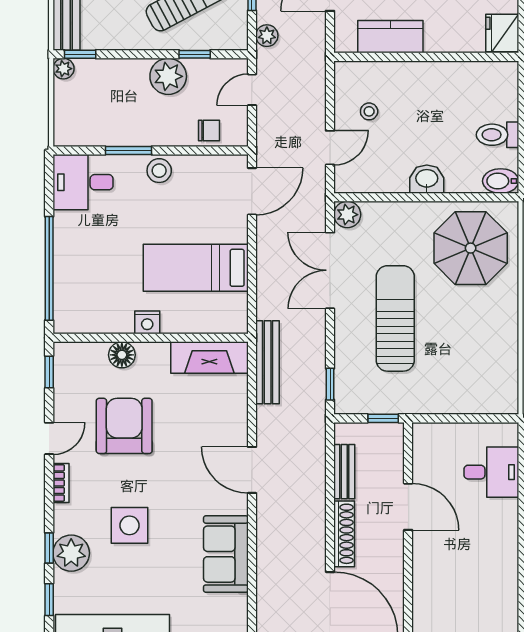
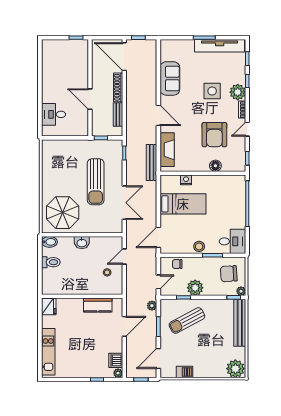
chair: (91, 108) -> (229, 274), added
plant: (347, 215) -> (117, 227), removed
nightstand: (147, 322) -> (186, 180), moved
fireplace: (209, 358) -> (167, 150), moved, turned 90
plant: (71, 553) -> (238, 92), moved

